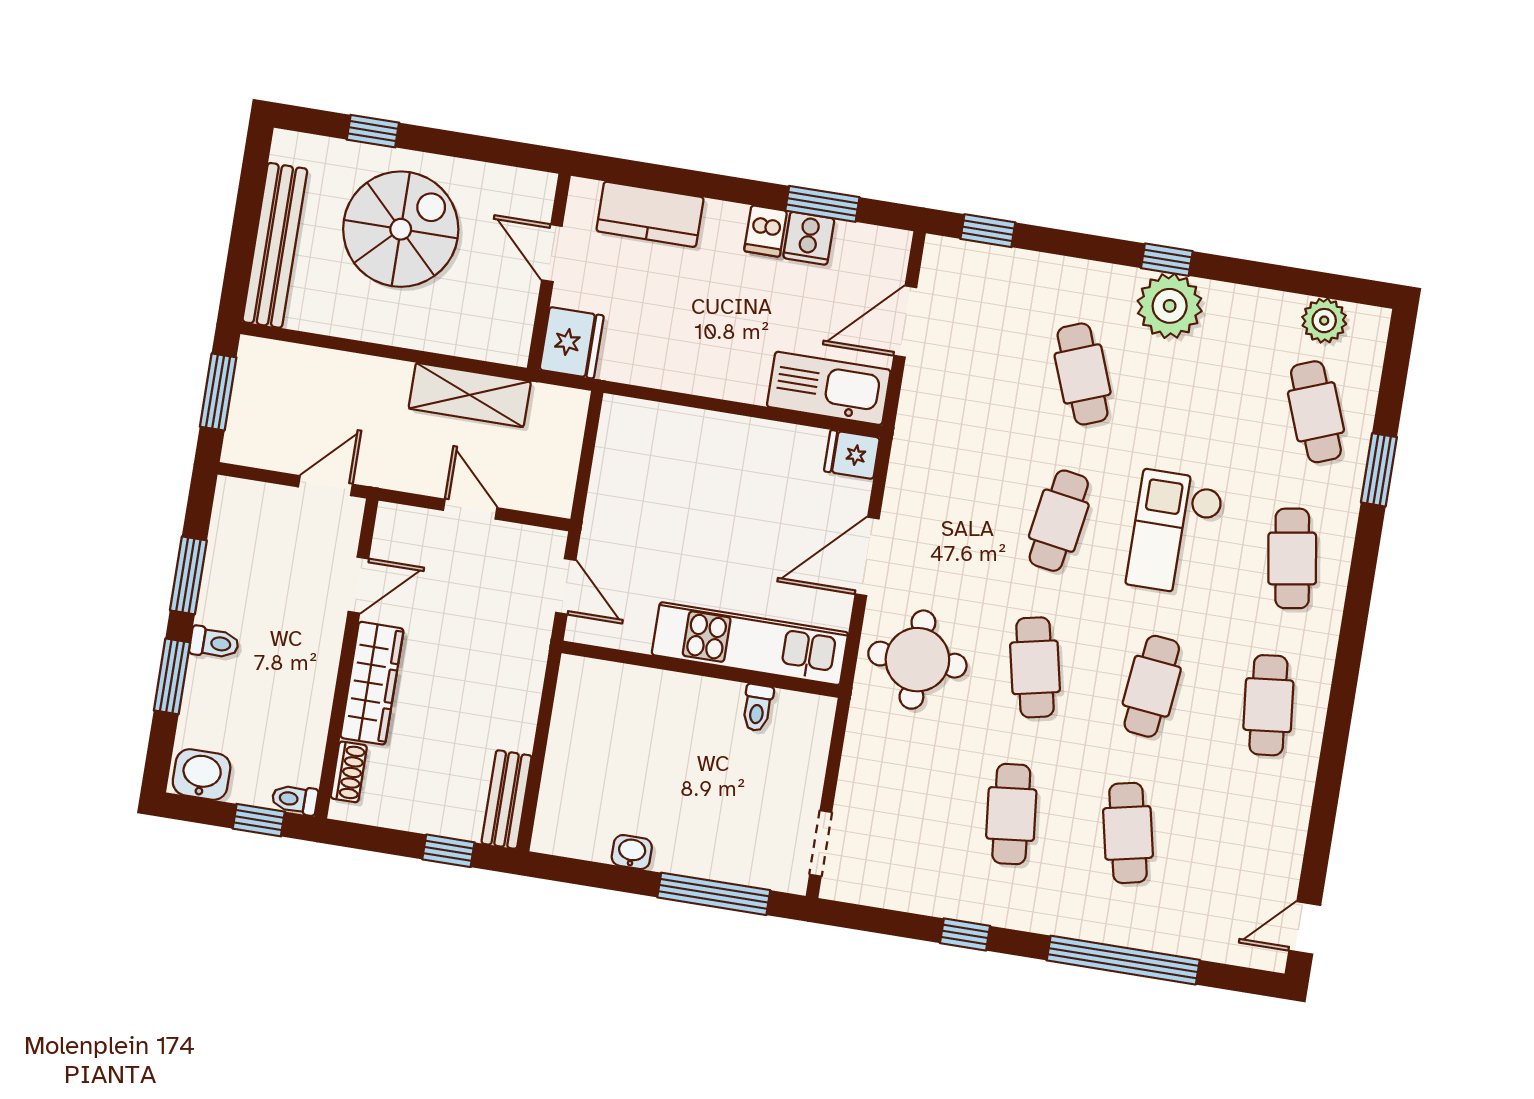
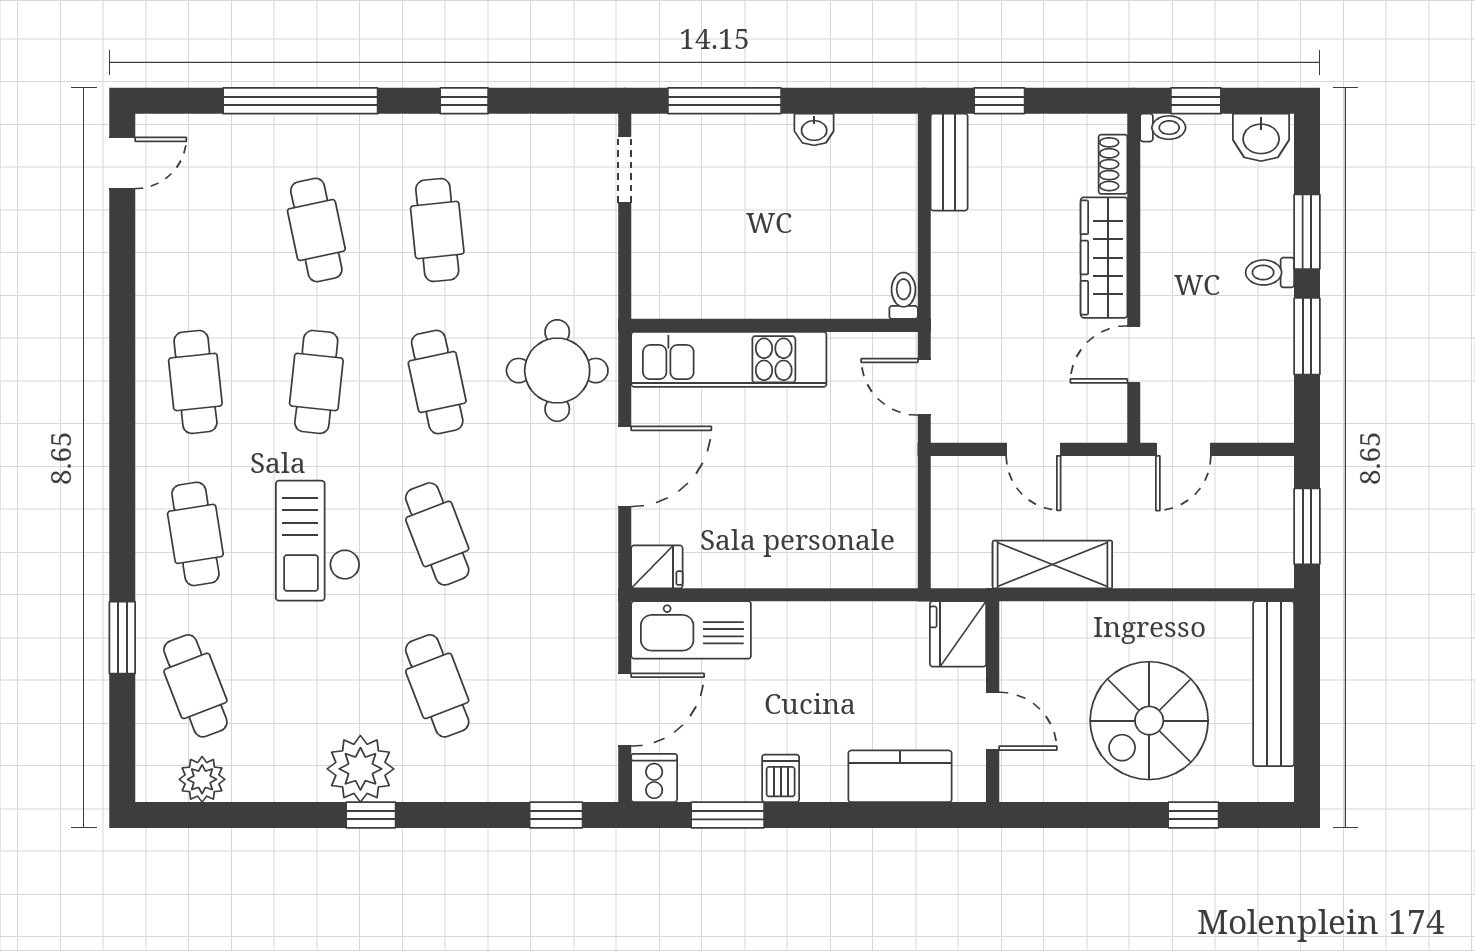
cooker: (809, 238) -> (654, 778), moved
cafe table: (1059, 521) -> (437, 534), turned -30
checkout: (1175, 533) -> (318, 541), turned 180
toilet: (757, 708) -> (904, 296), moved

